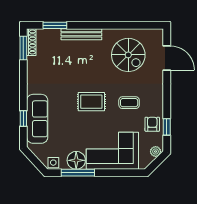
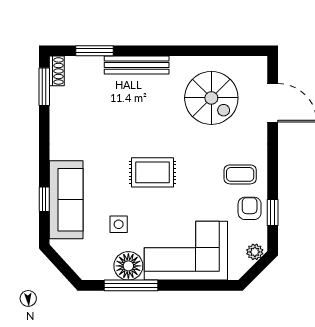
shoe rack: (31, 42) -> (57, 71), width x0.70
coffee table: (129, 103) -> (240, 174), moved
side table: (53, 163) -> (119, 224), moved

